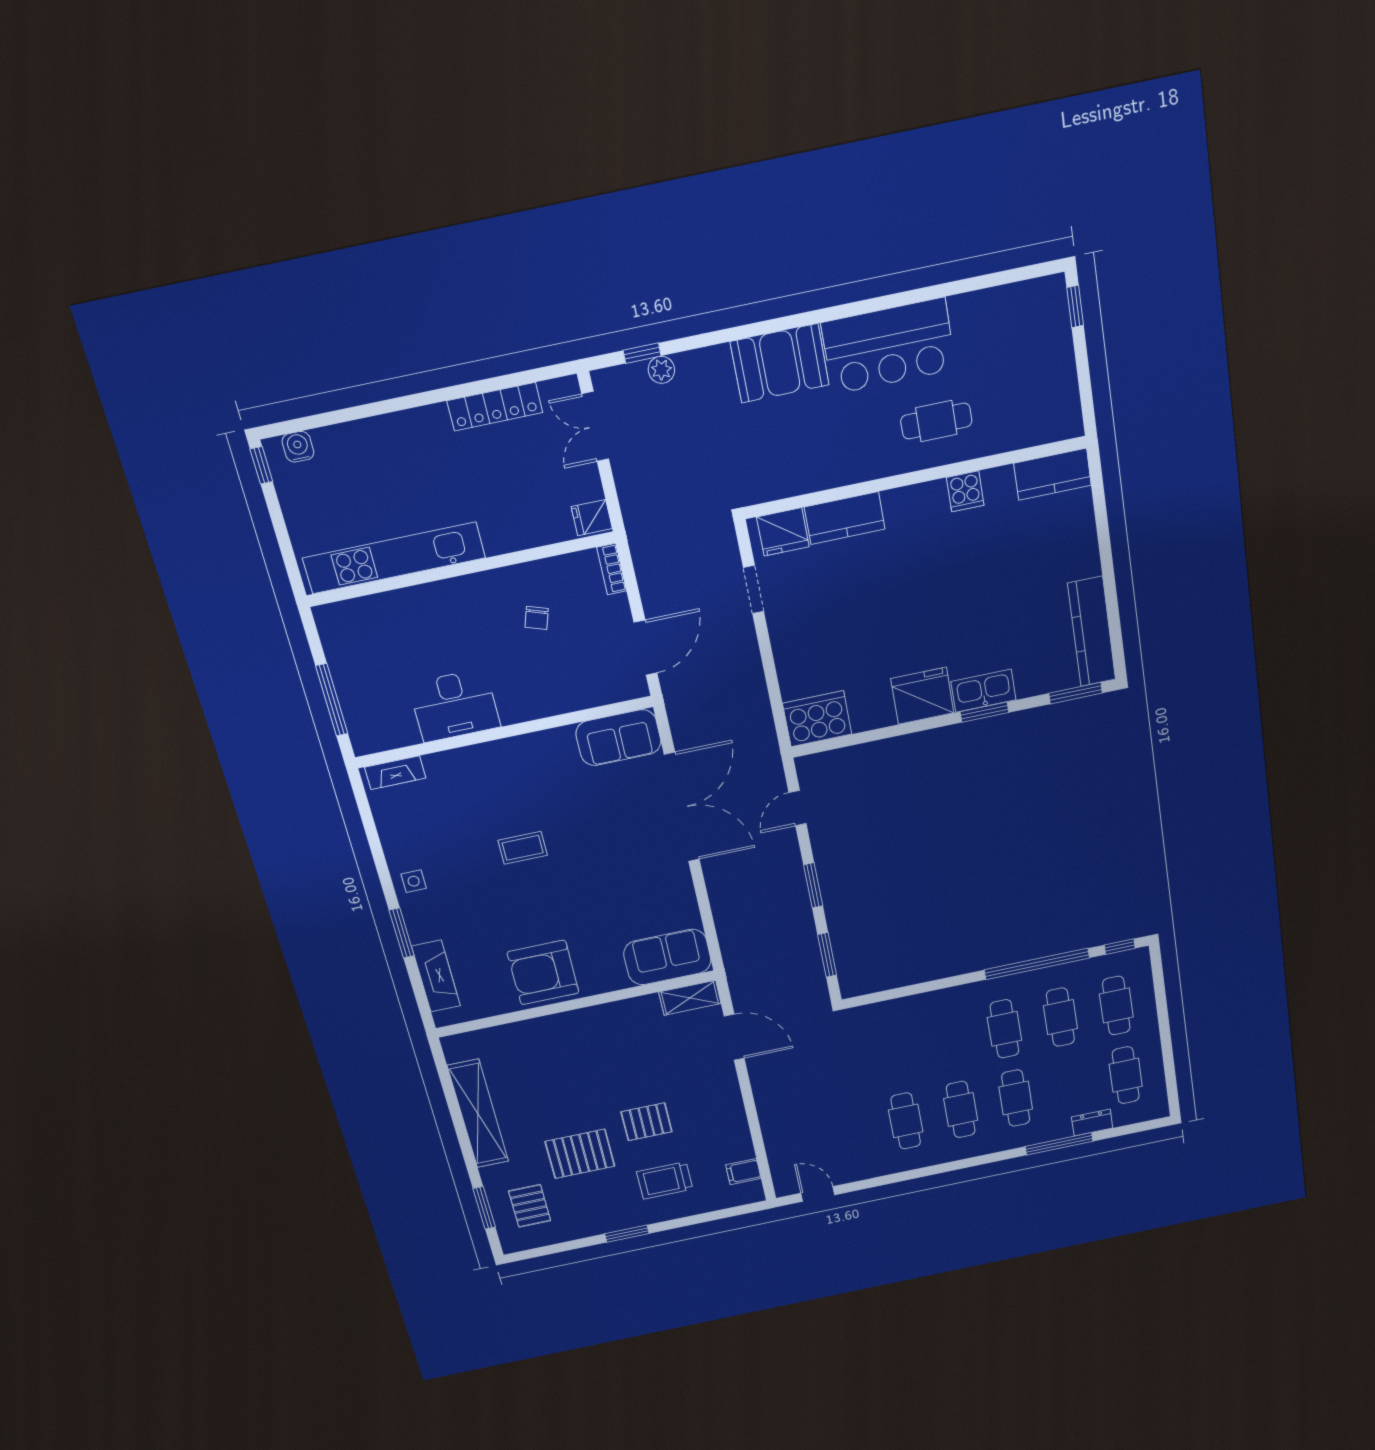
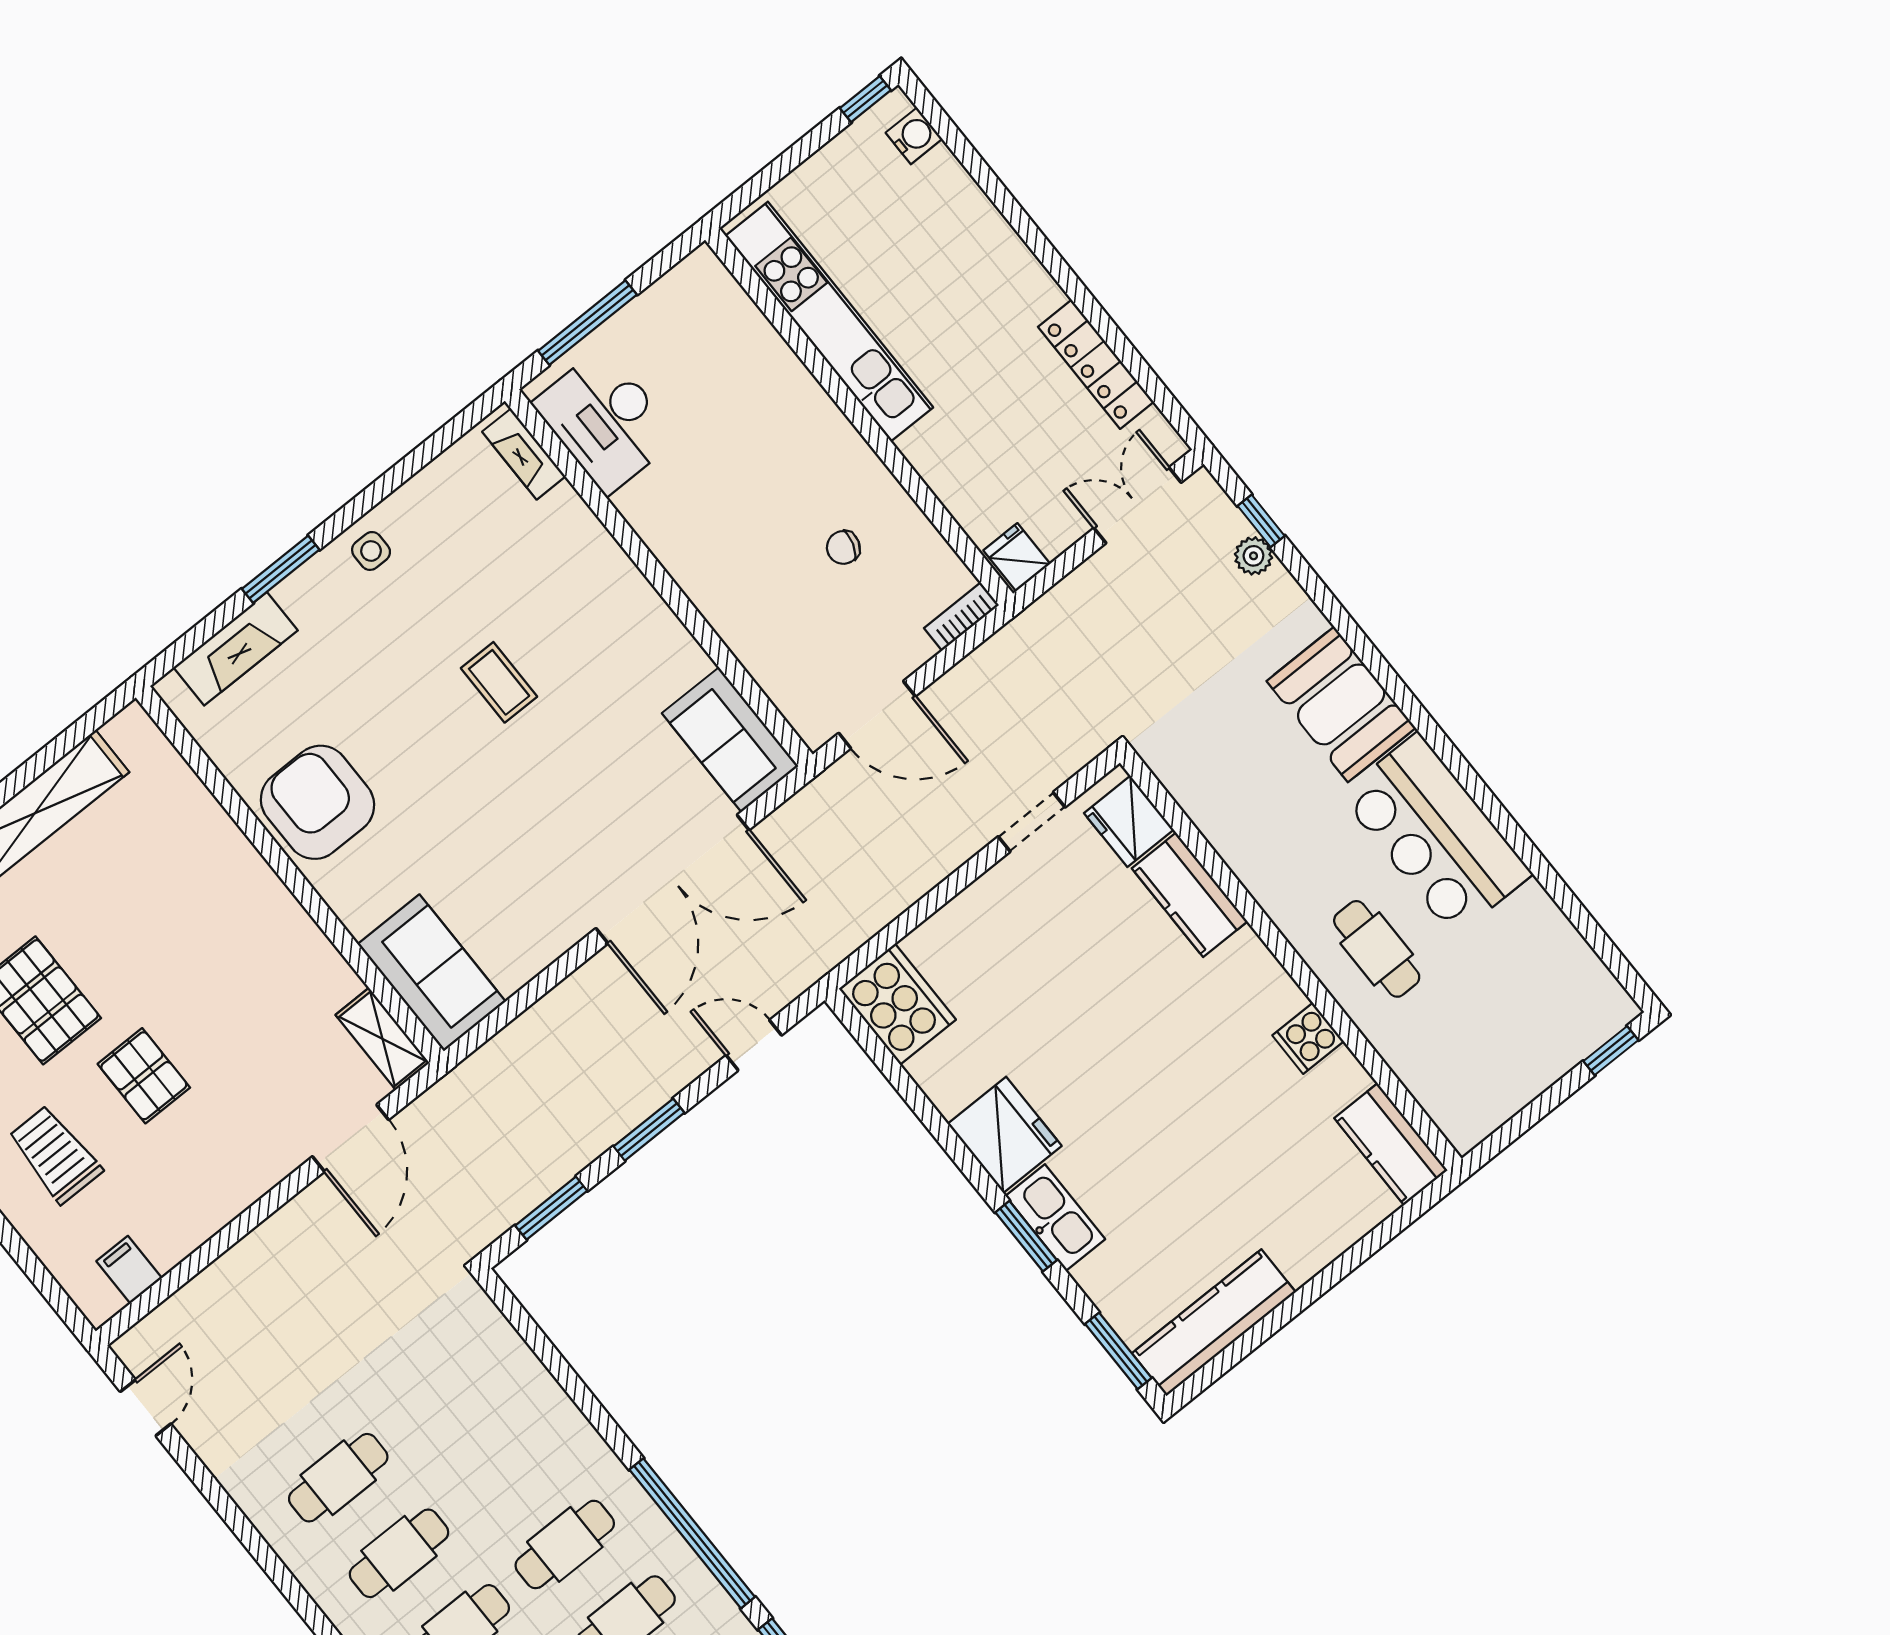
desk: (454, 705) -> (605, 420), moved

